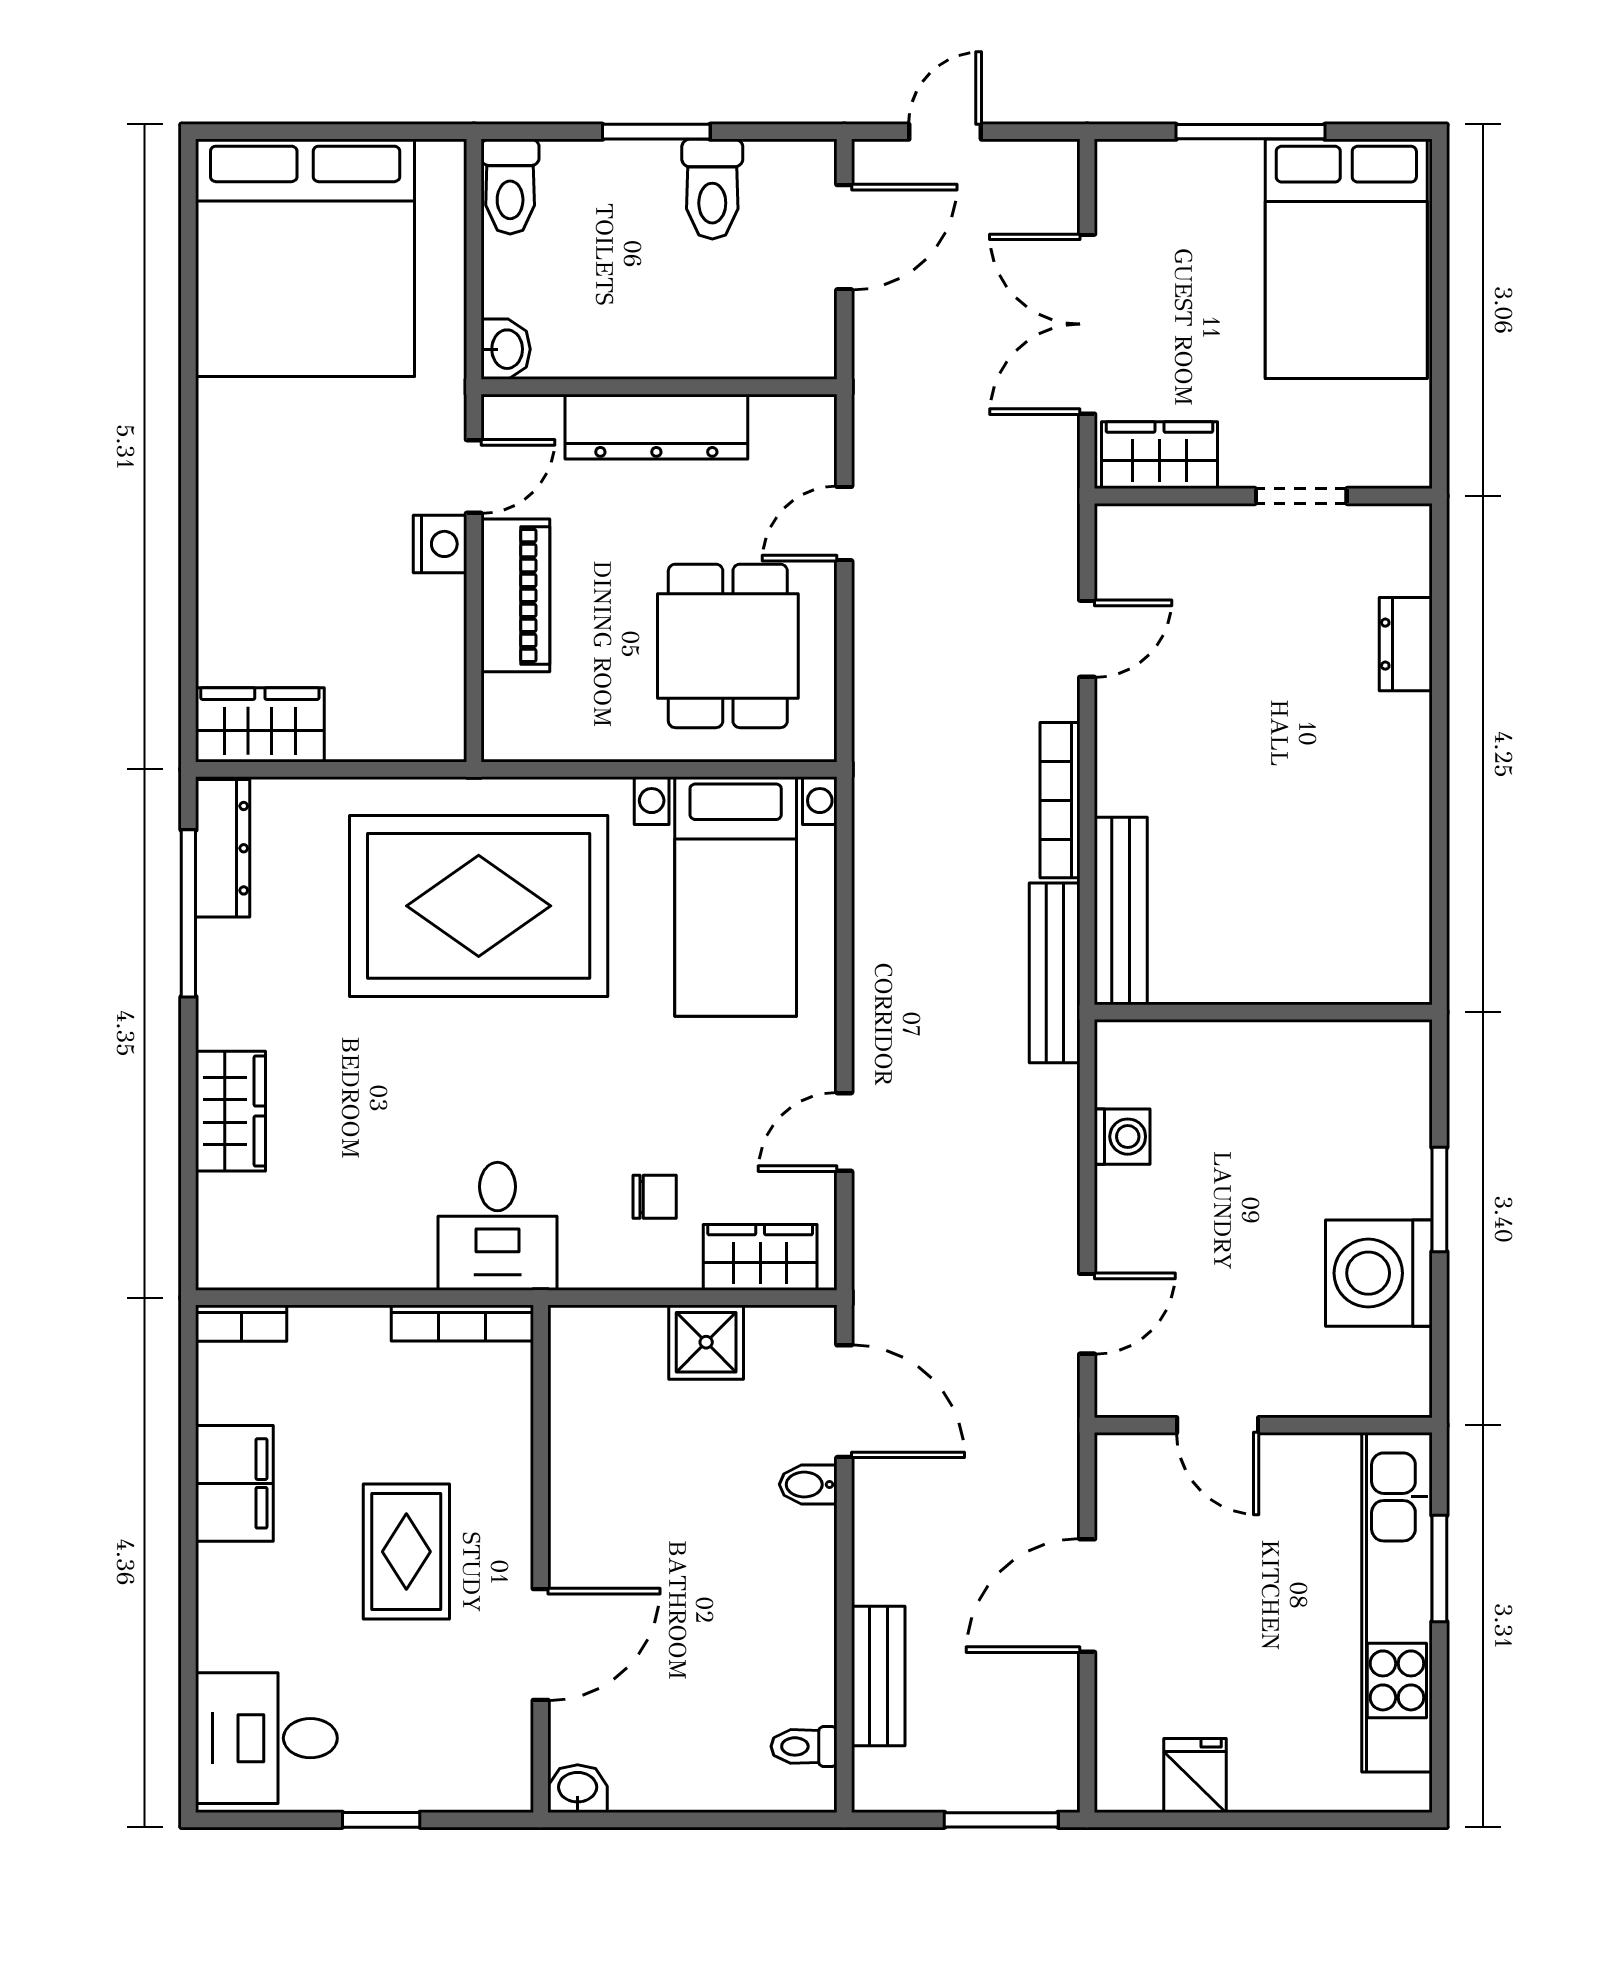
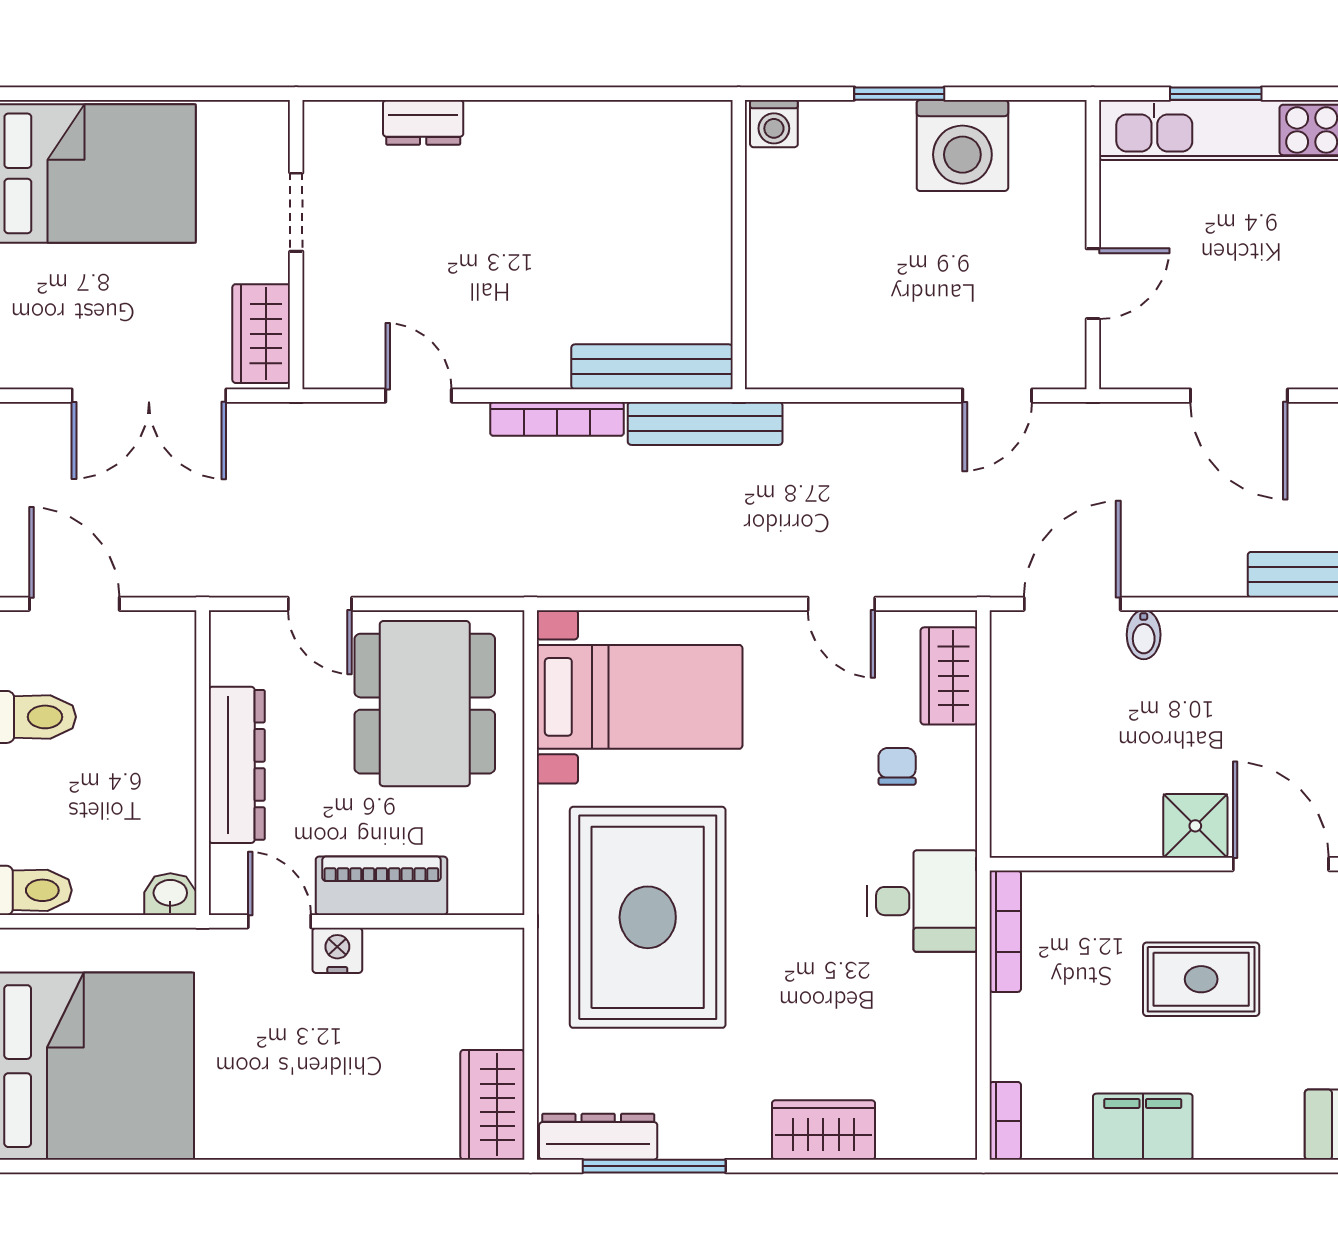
dining table: (728, 646) -> (425, 704), width x1.38
washing machine: (1122, 1137) -> (774, 124), moved, turned 180
door: (1087, 1314) -> (997, 396), swing flipped
shower: (706, 1342) -> (1195, 826), moved

